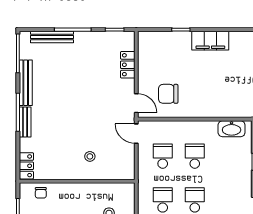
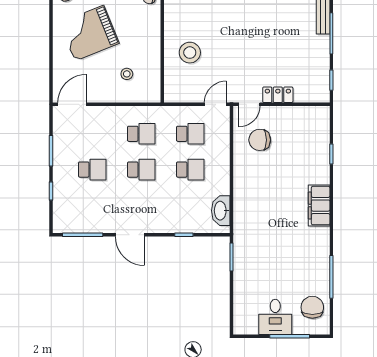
filing cabinet: (210, 41) -> (319, 206), moved
locker: (128, 65) -> (278, 95), moved
chair: (168, 94) -> (260, 140), turned -90
stool: (90, 156) -> (190, 53), width x1.89, depth x1.89

